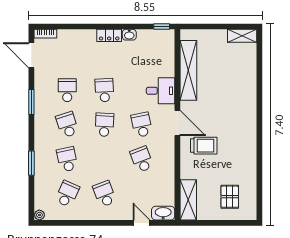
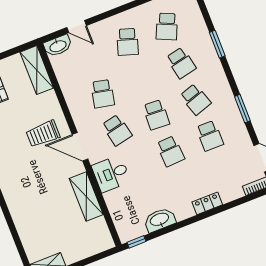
locker: (109, 35) -> (207, 203), moved
washbasin: (129, 35) -> (160, 220), width x1.91, depth x1.45
shelving: (188, 70) -> (86, 196), width x0.68
school desk: (142, 159) -> (103, 94), turned 33
school desk: (104, 194) -> (128, 42), turned 39

